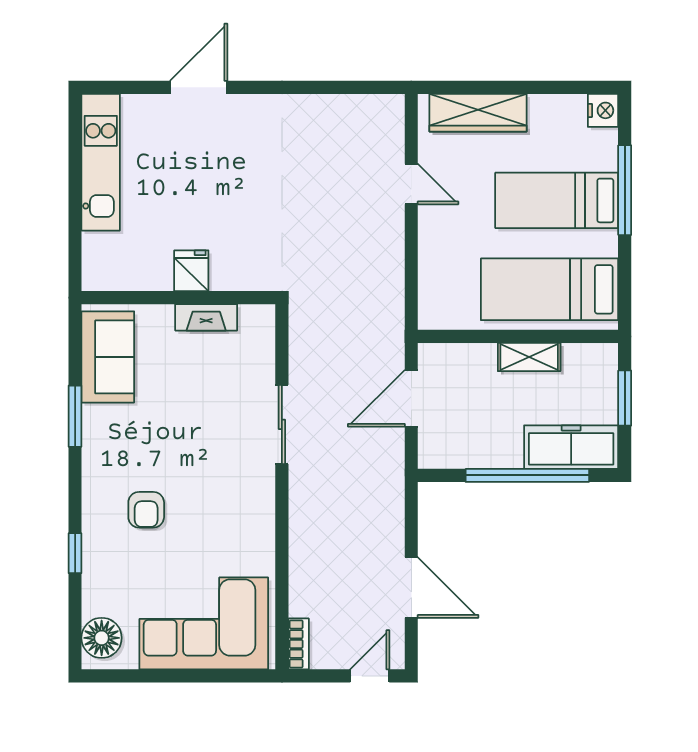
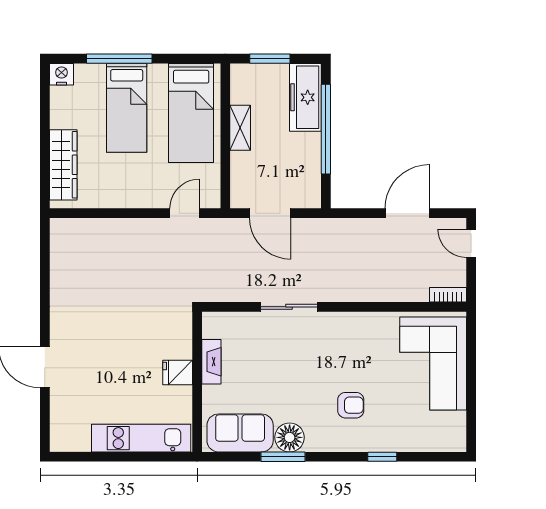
kitchen unit: (101, 162) -> (141, 438), moved
door: (411, 184) -> (185, 213), moved
floor lamp: (102, 638) -> (290, 437), moved

